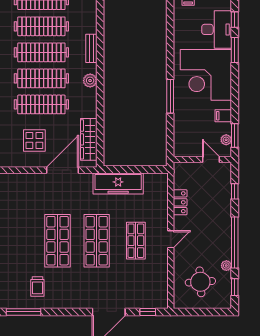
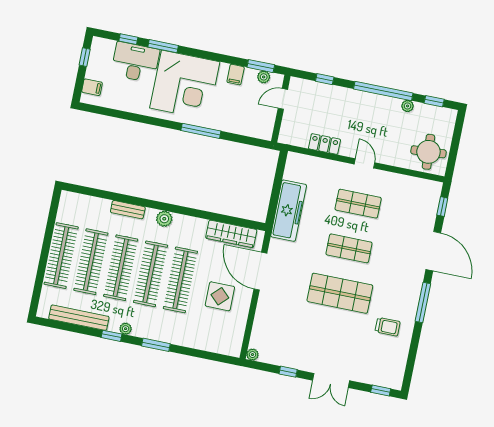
shop shelf: (97, 241) -> (349, 248), width x0.70, depth x0.74
round table: (200, 282) -> (428, 152), moved
window: (23, 312) -> (423, 302), moved

